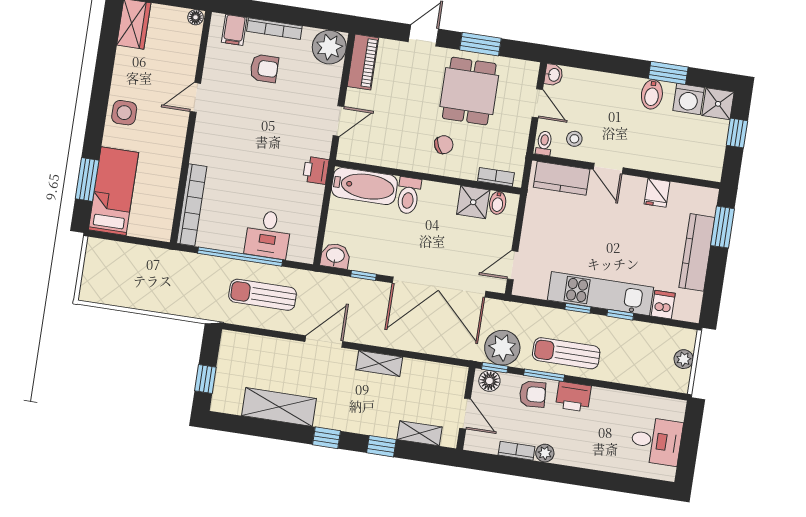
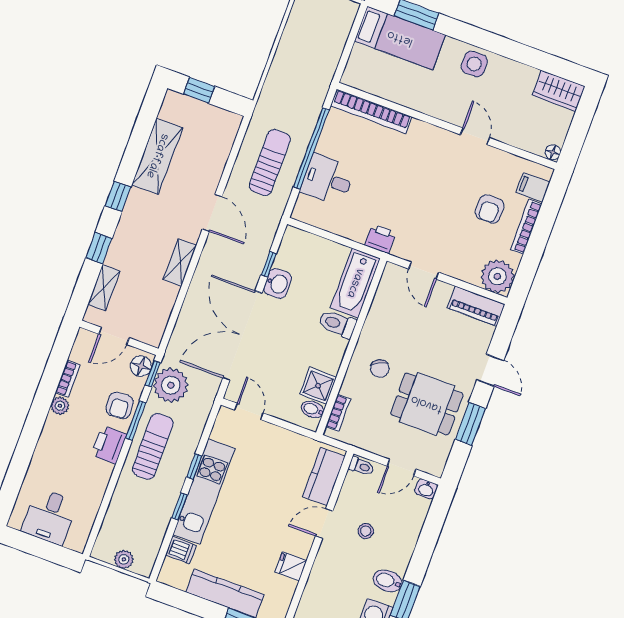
stool: (574, 139) -> (366, 531), moved
washbasin: (335, 256) -> (278, 283), moved

